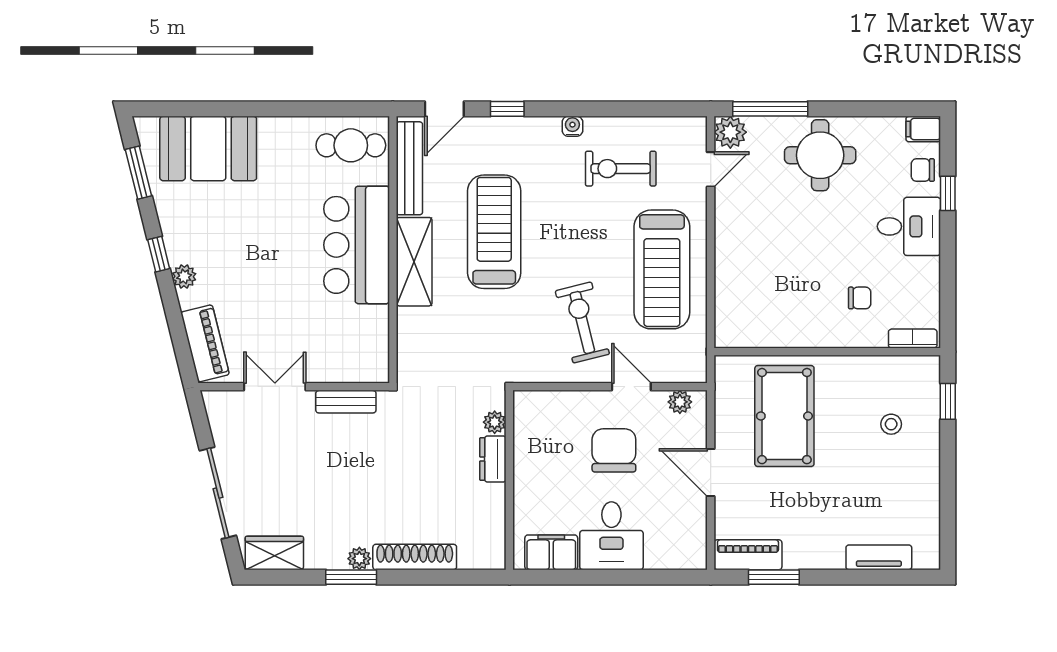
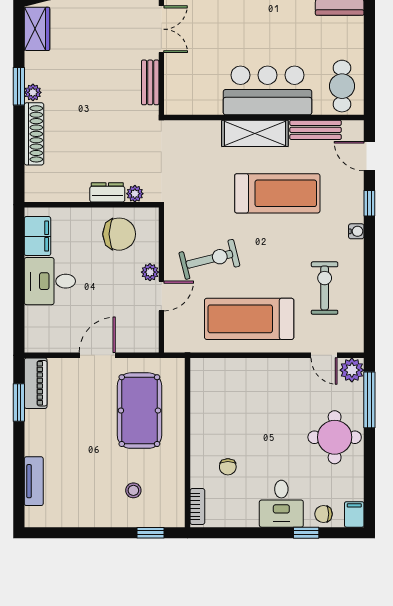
water cooler: (572, 126) -> (356, 231), moved
bench: (409, 168) -> (316, 130), width x0.73
chair: (923, 170) -> (324, 514), turned -90
plant: (680, 402) -> (150, 272), moved
pool table: (784, 416) -> (139, 411), turned 90
chair: (614, 450) -> (119, 234), moved

